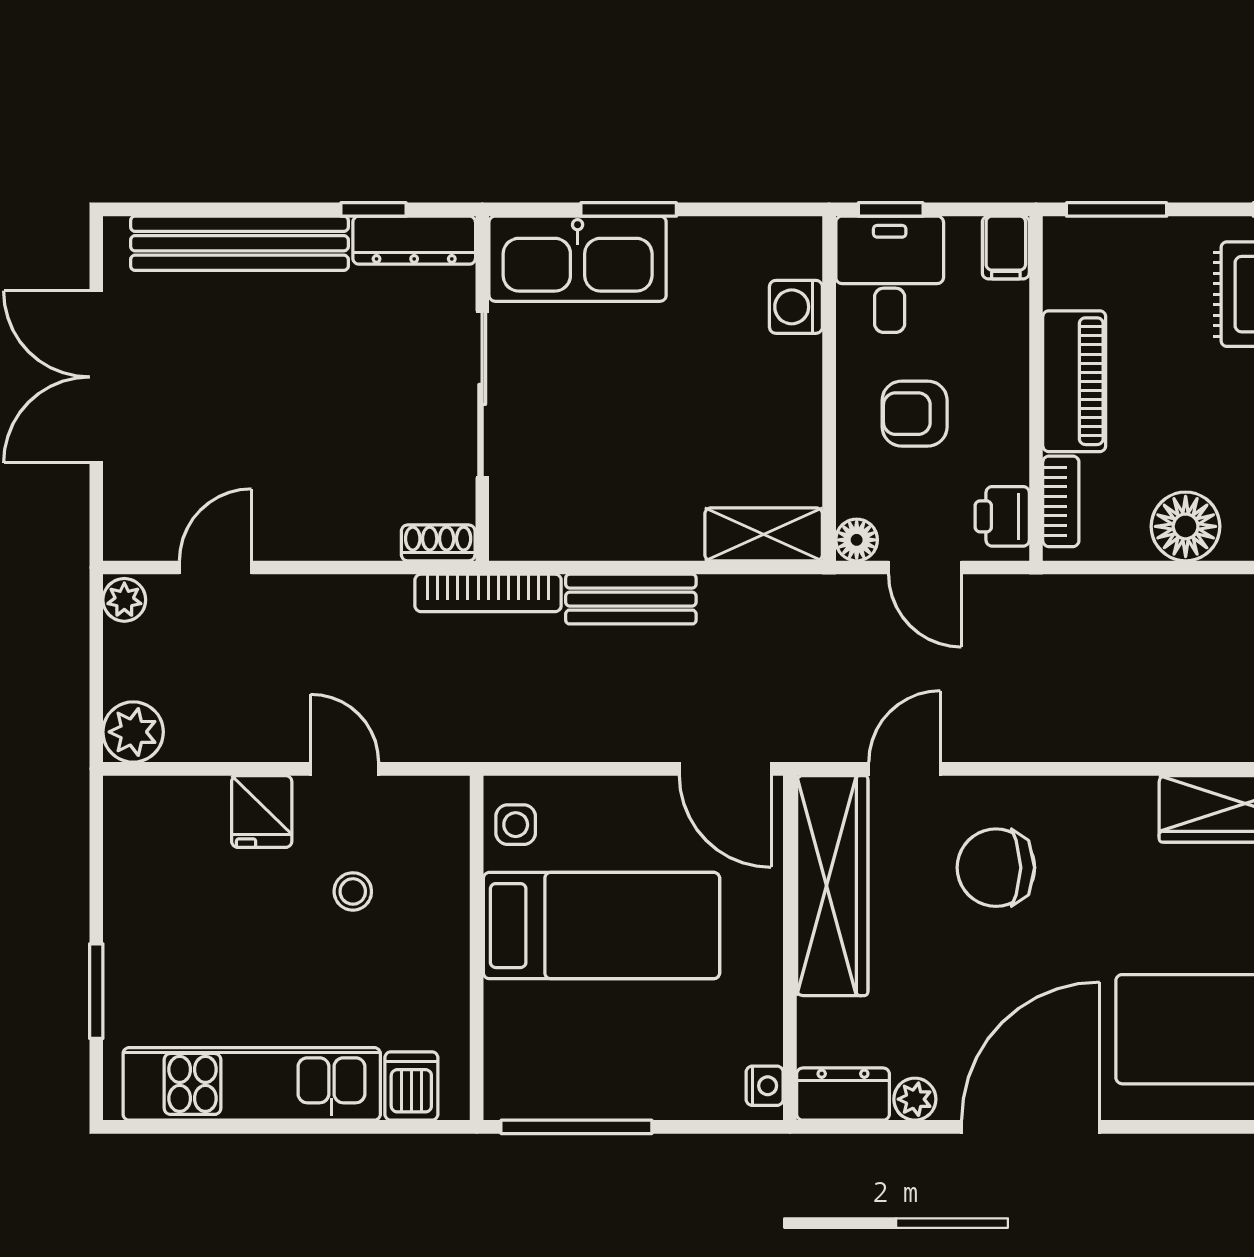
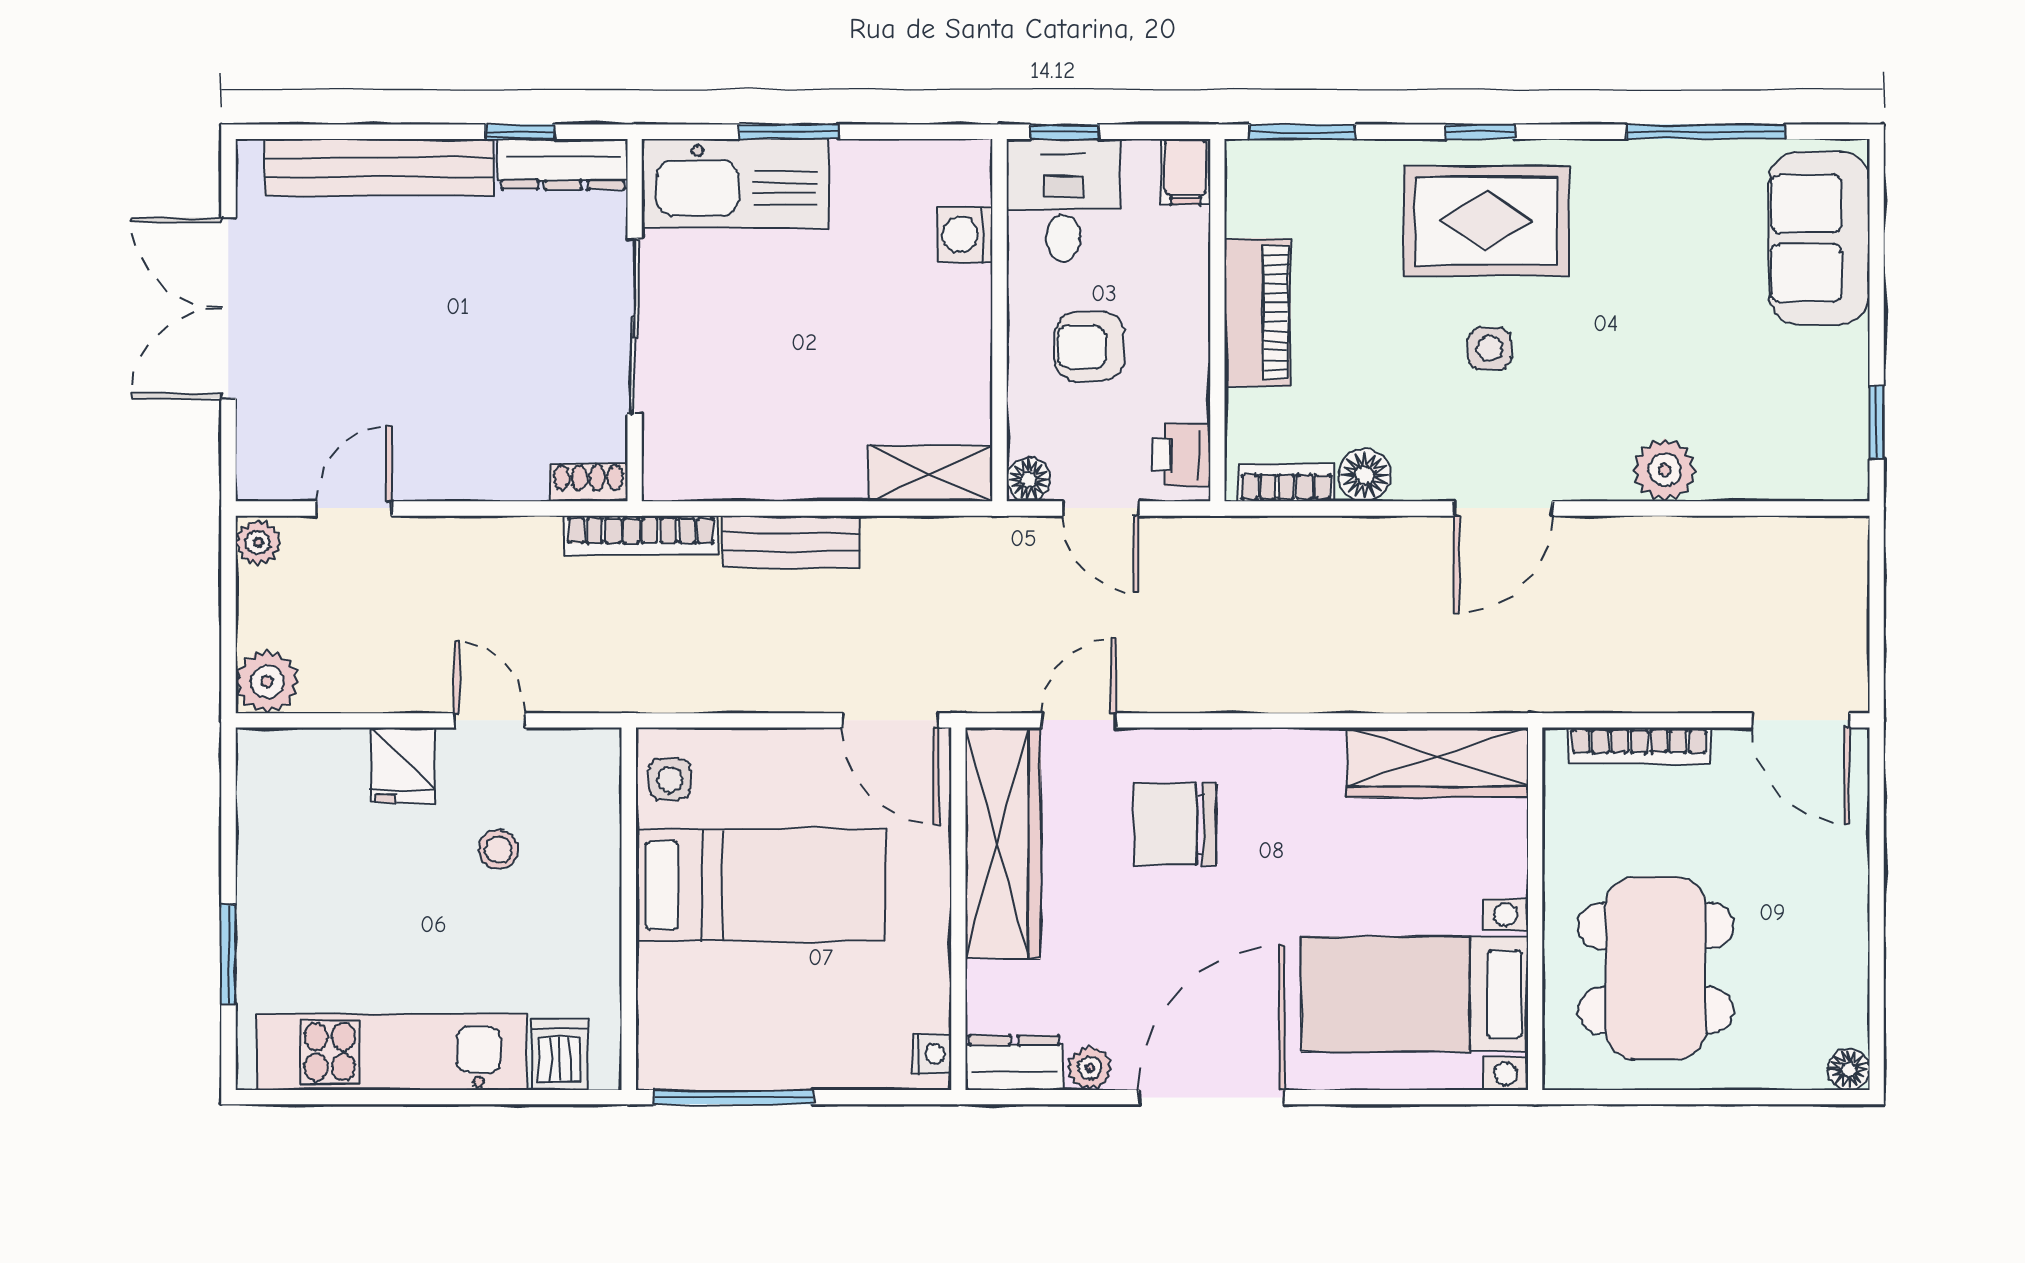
bookcase: (1061, 501) -> (1286, 482), moved, turned -90
floor lamp: (1186, 526) -> (1365, 475), width x0.73, depth x0.73

